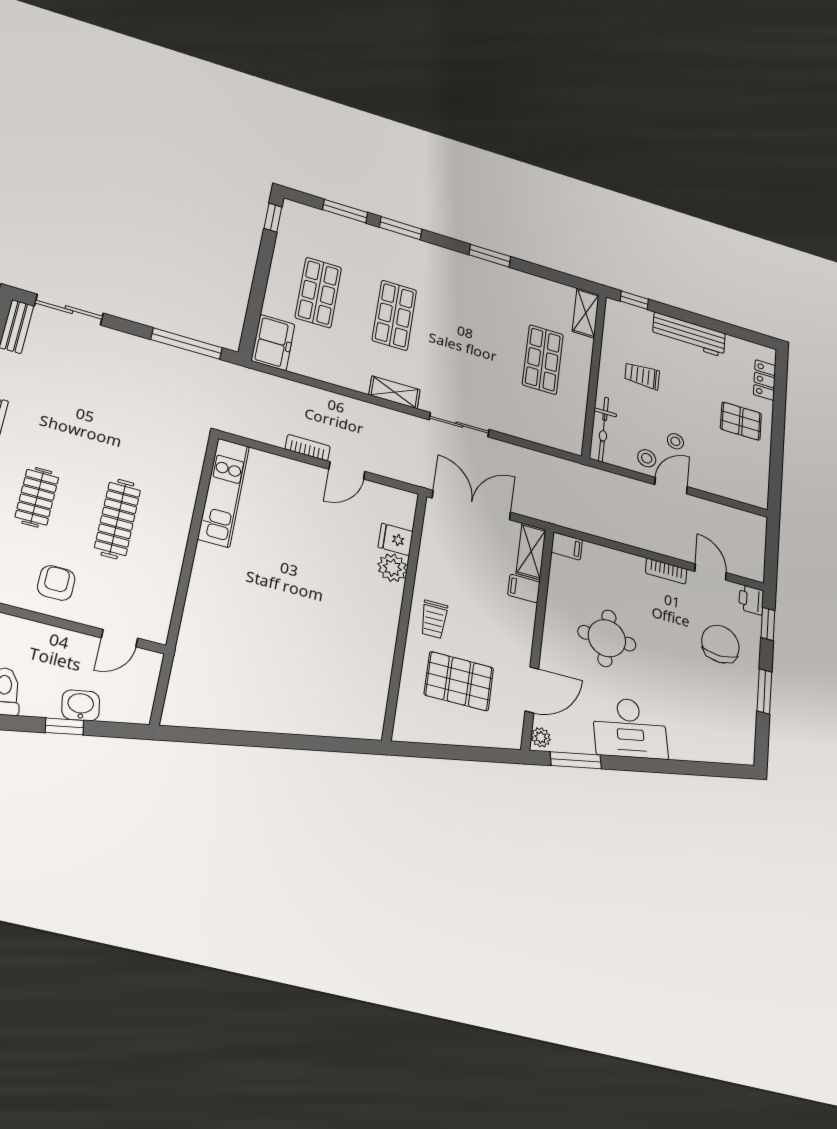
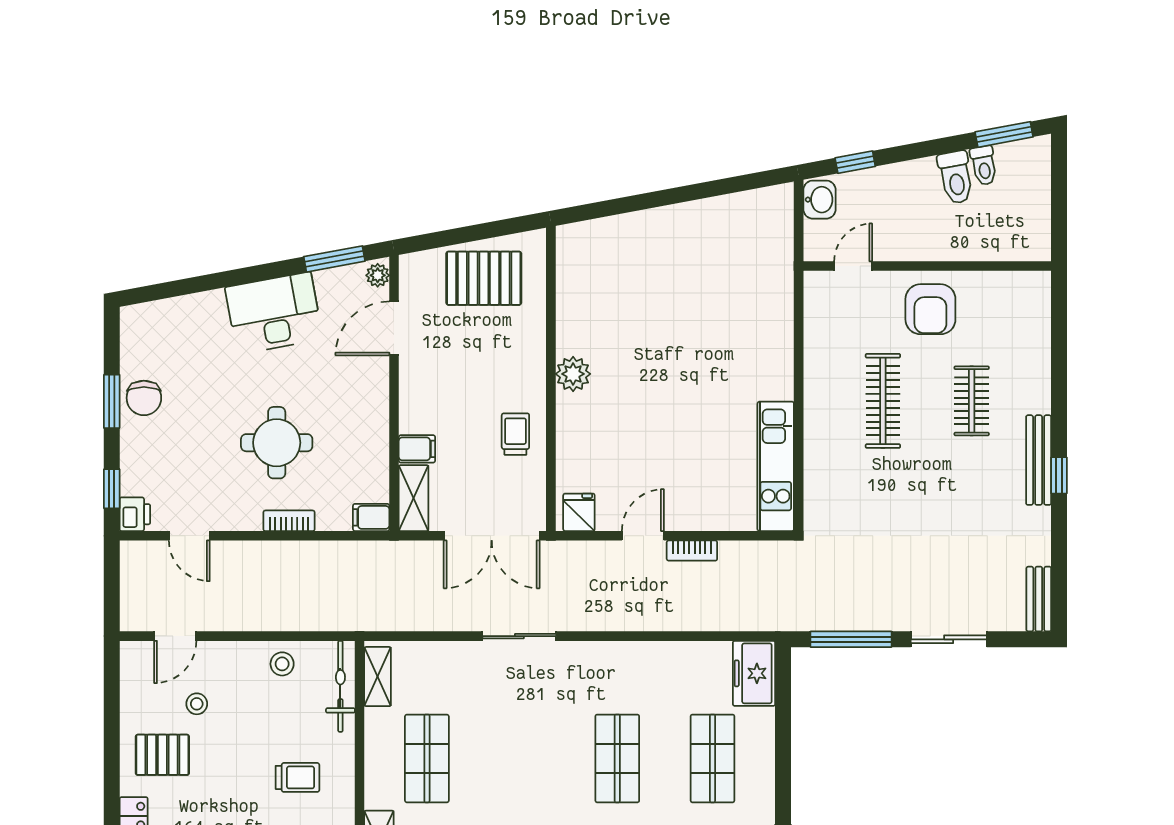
sliding door: (69, 310) -> (949, 639), moved
shelving: (395, 392) -> (378, 677), moved, turned 90
stool: (675, 441) -> (197, 704), moved
door: (671, 486) -> (175, 636), moved
fridge: (396, 539) -> (579, 512), moved, turned -90
plant: (392, 568) -> (573, 374), moved
bookcase: (666, 571) -> (289, 521), moved
armchair: (56, 583) -> (930, 309), width x1.38, depth x1.38
trolley: (434, 619) -> (515, 434), moved
round table: (607, 638) -> (277, 443), moved
chair: (720, 644) -> (144, 398), moved, width x0.73, depth x0.73
pallet: (459, 681) -> (484, 278), moved
washbasin: (81, 705) -> (820, 200), moved, turned -79
window: (64, 726) -> (855, 162), moved

